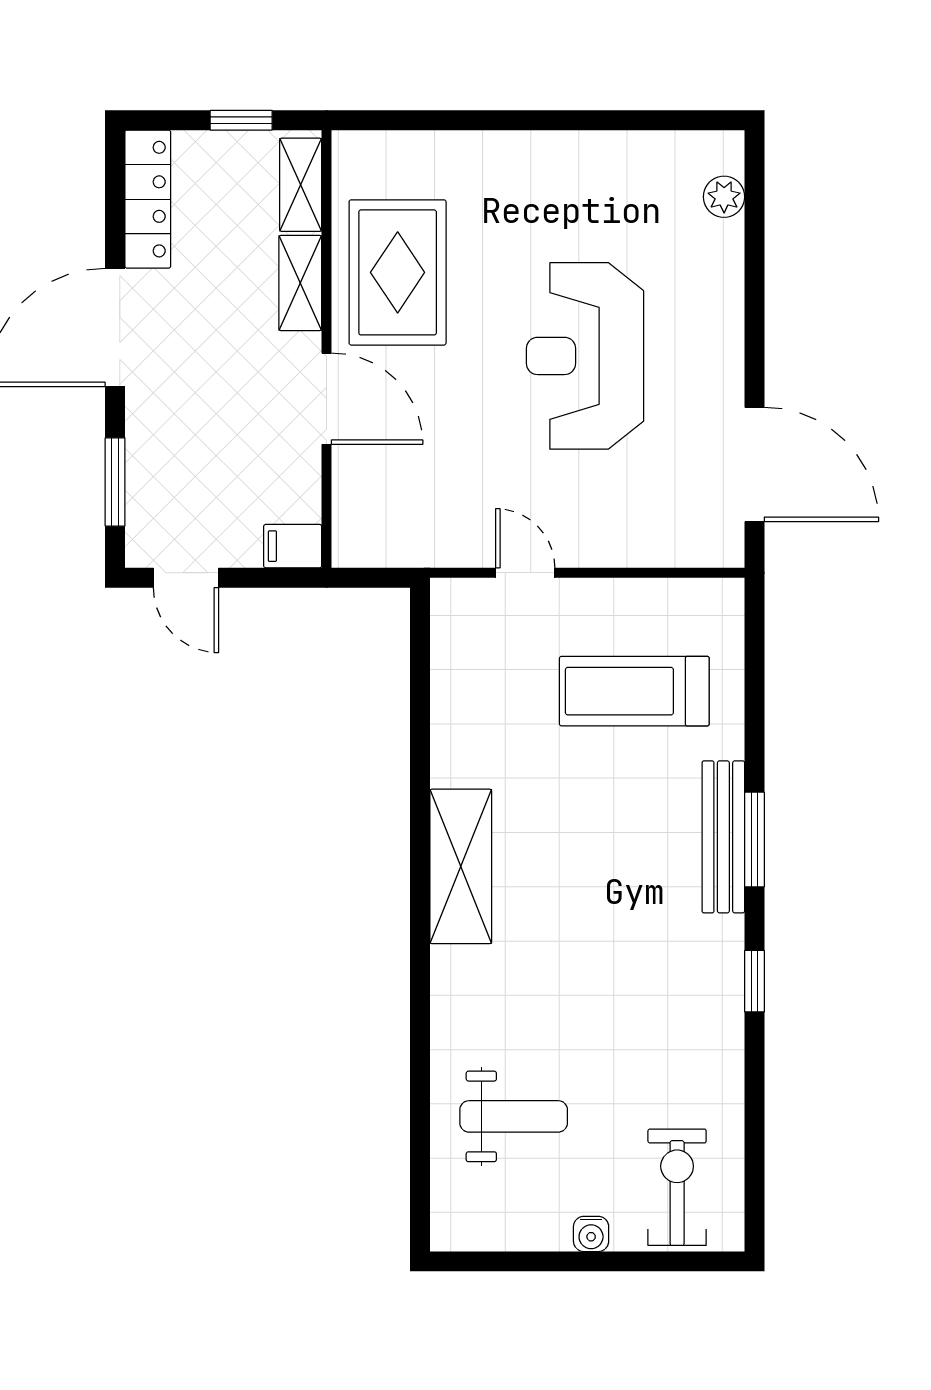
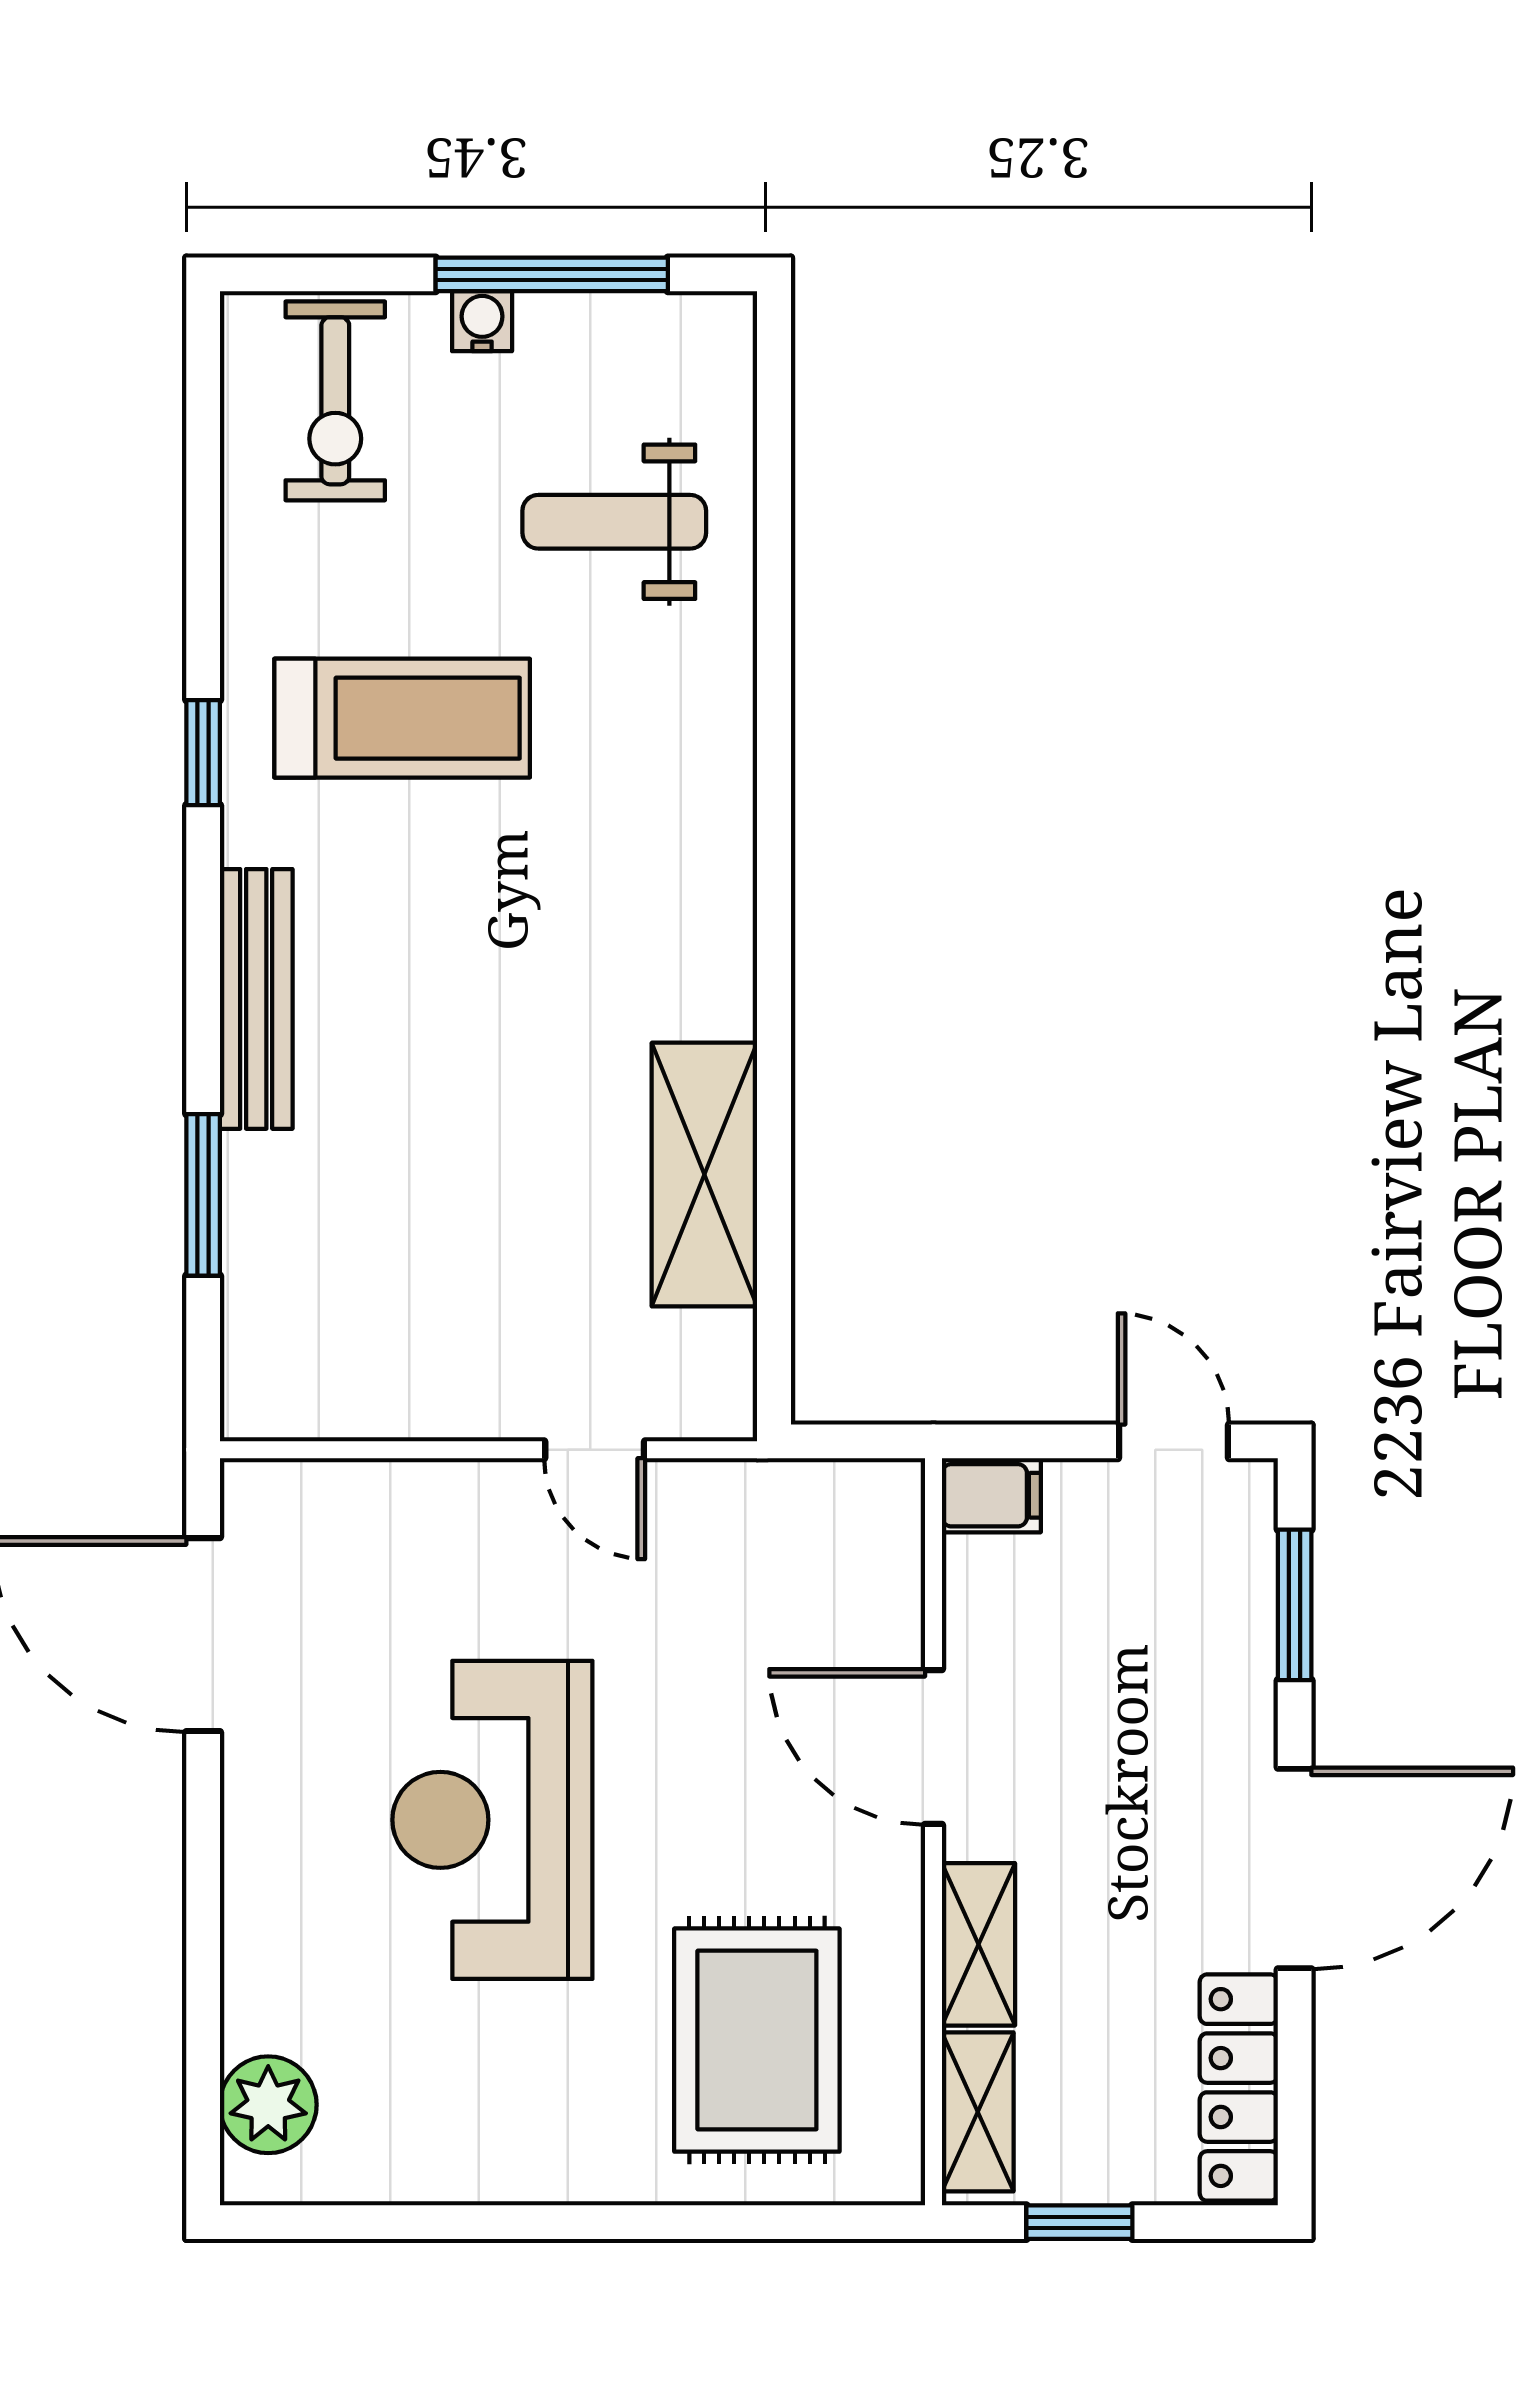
plant: (724, 197) -> (268, 2105), width x1.38, depth x1.38
rug: (398, 272) -> (757, 2040), moved
reception desk: (585, 356) -> (492, 1820), turned 180
treadmill: (634, 691) -> (402, 718), moved
window: (755, 839) -> (203, 1195), moved
shelving: (461, 866) -> (704, 1175), moved
window: (550, 1261) -> (552, 274), added

